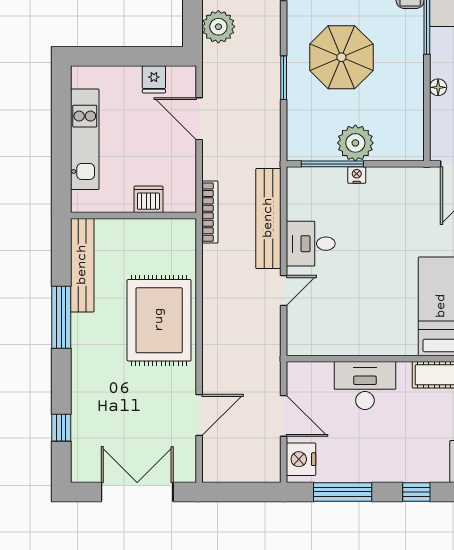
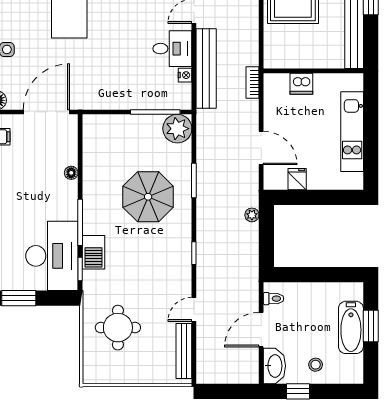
plant: (218, 27) -> (252, 215), width x0.53, depth x0.53
plant: (355, 143) -> (177, 129), moved
nightstand: (357, 175) -> (185, 75), moved, turned -90
bookcase: (210, 212) -> (253, 83), width x0.64

